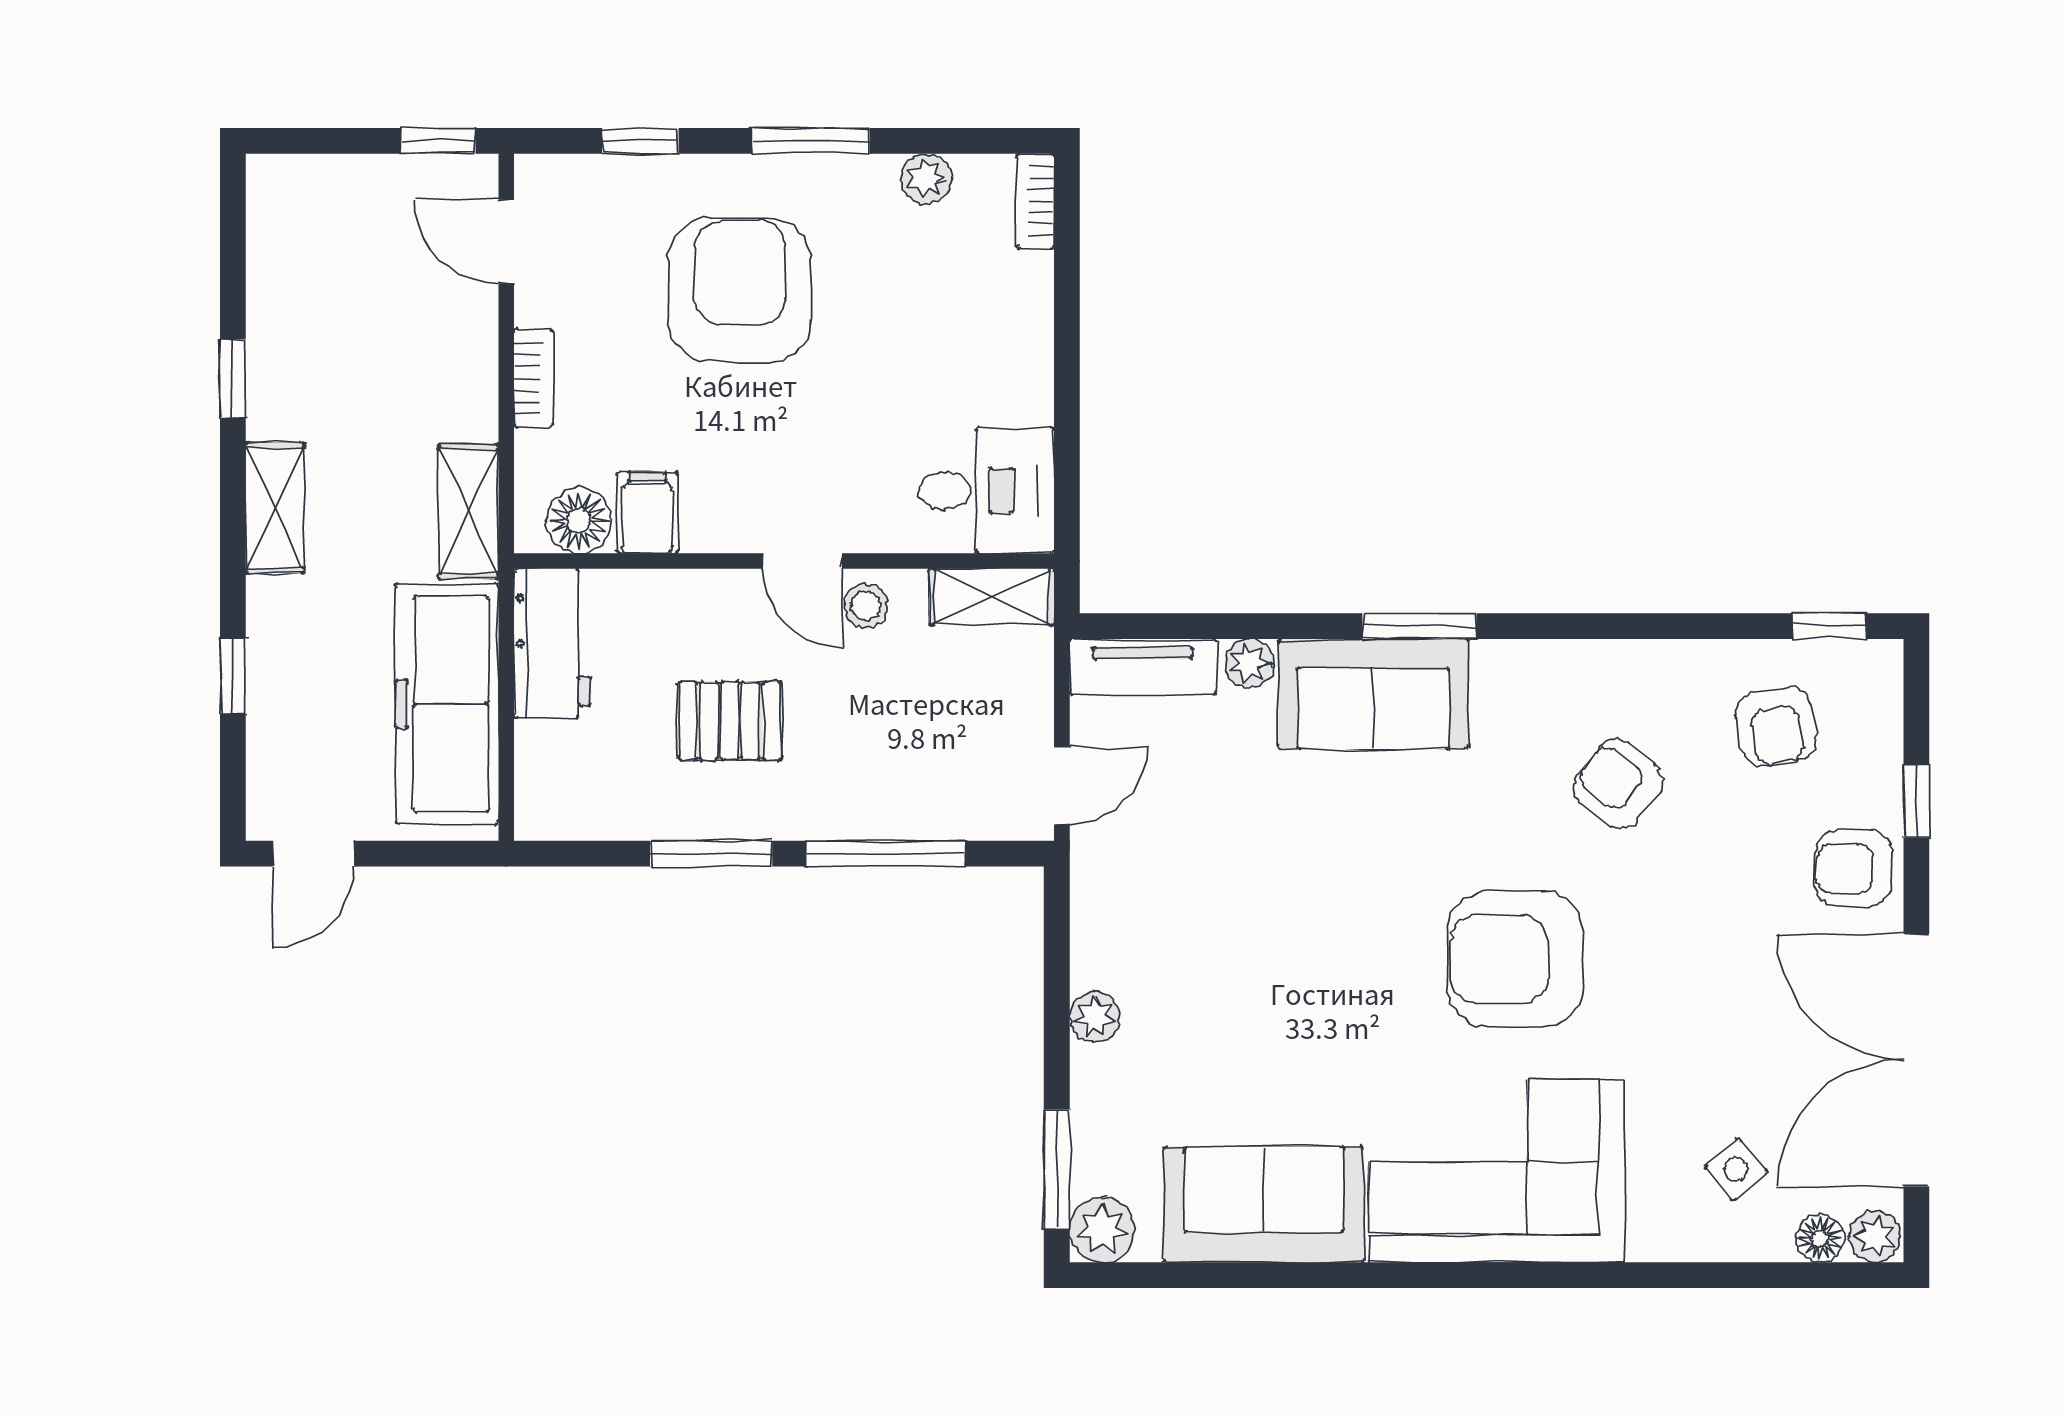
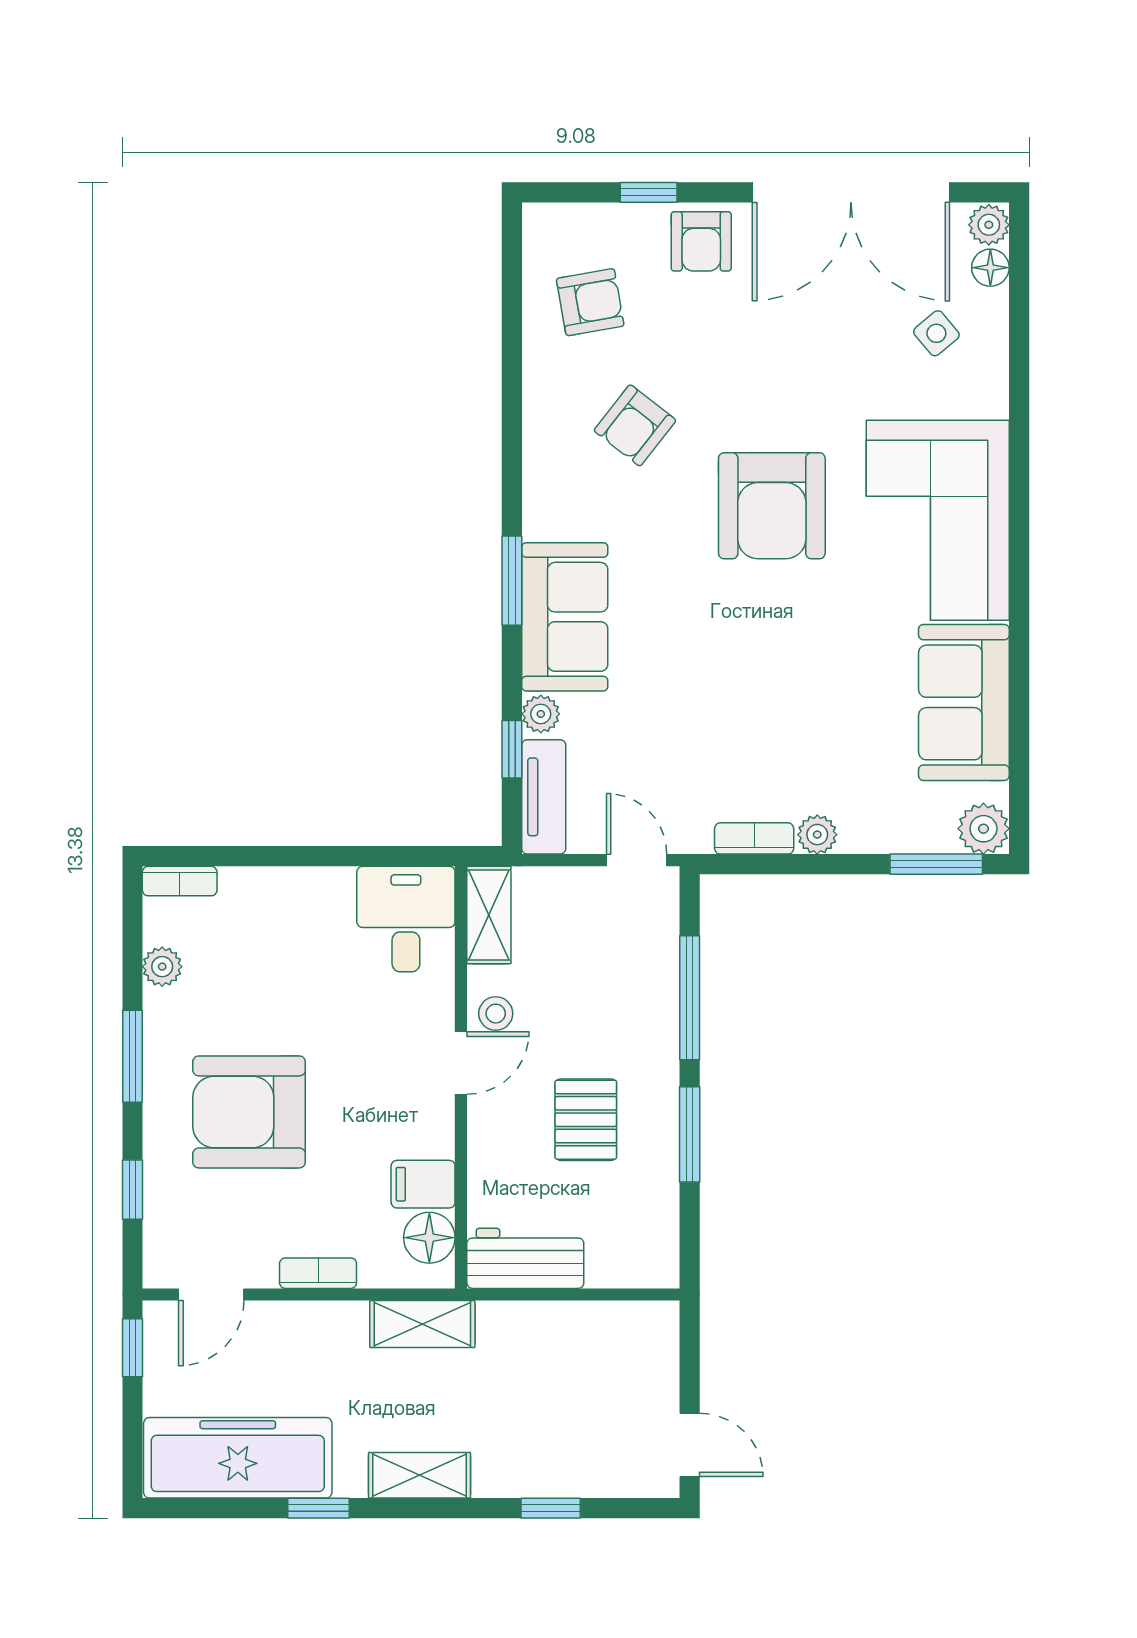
window: (1829, 626) -> (512, 749), moved
freezer: (447, 704) -> (238, 1458), moved, turned 180
bookcase: (1090, 936) -> (754, 838), added

